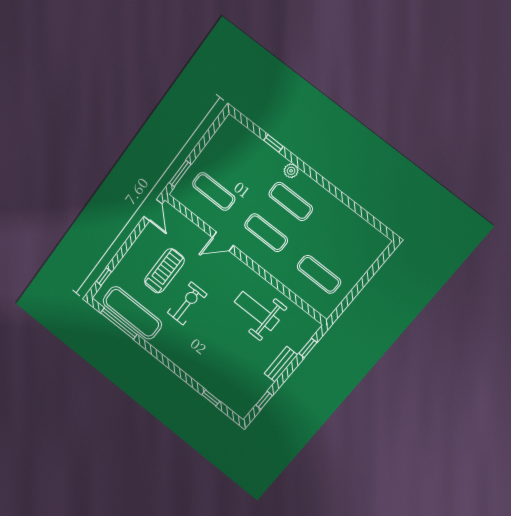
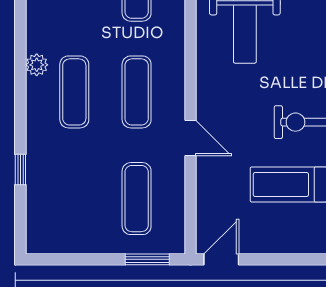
plant: (291, 171) -> (37, 65), moved

